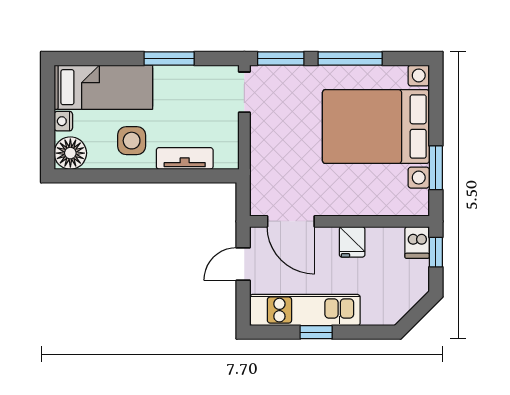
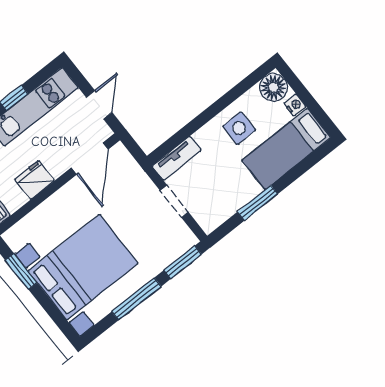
doorway: (244, 92) -> (174, 201), moved
tv unit: (185, 158) -> (177, 158), moved
door: (291, 221) -> (90, 159), swing flipped
fridge: (352, 242) -> (35, 180), width x1.38

